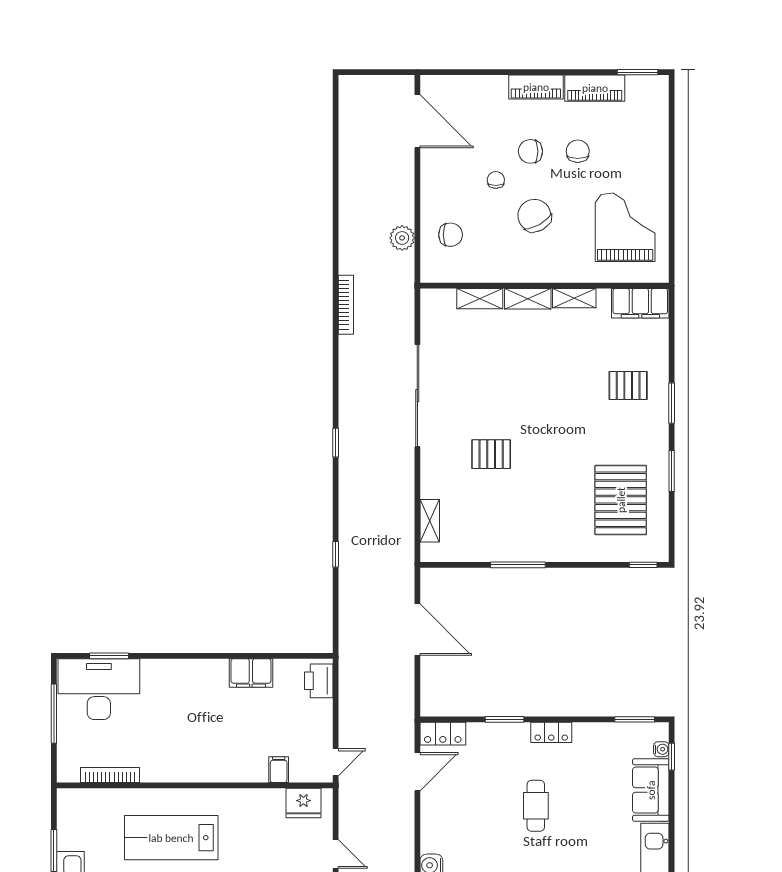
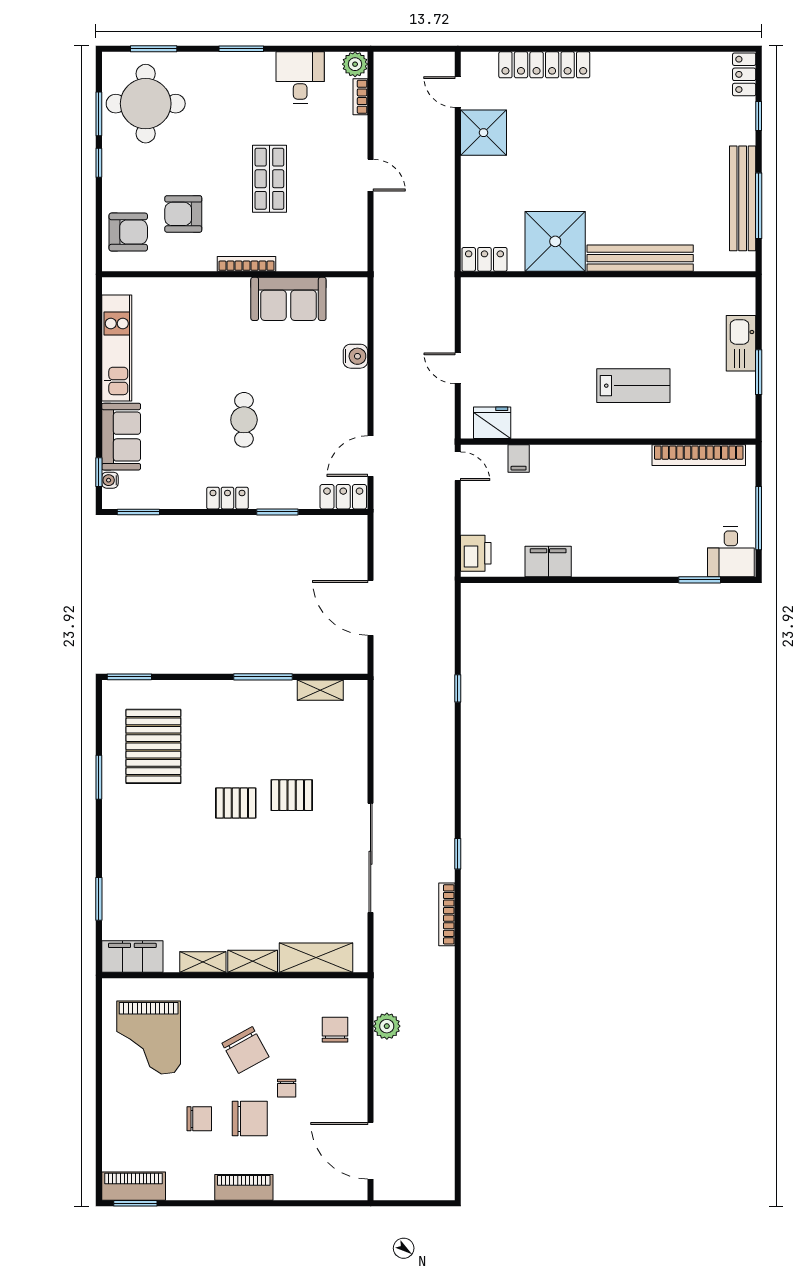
piano: (595, 88) -> (134, 1186), moved
chair: (530, 151) -> (250, 1119), width x1.37, depth x1.37
chair: (578, 151) -> (199, 1119), turned -90
chair: (451, 235) -> (335, 1030), turned 90
shelving: (480, 299) -> (316, 958), width x1.50, depth x1.33
bookcase: (346, 305) -> (447, 914), moved
pallet: (628, 385) -> (236, 803), moved
window: (672, 403) -> (99, 899), moved
window: (336, 443) -> (458, 854), moved
shelving: (430, 521) -> (320, 690), moved, turned 90
window: (643, 565) -> (129, 677), width x1.50
desk: (99, 689) -> (731, 552), width x0.53, depth x0.77
door: (336, 762) -> (458, 466), swing flipped
bookcase: (110, 775) -> (699, 455), width x1.48, depth x1.31
lab bench: (171, 838) -> (633, 386), width x0.73, depth x0.72

